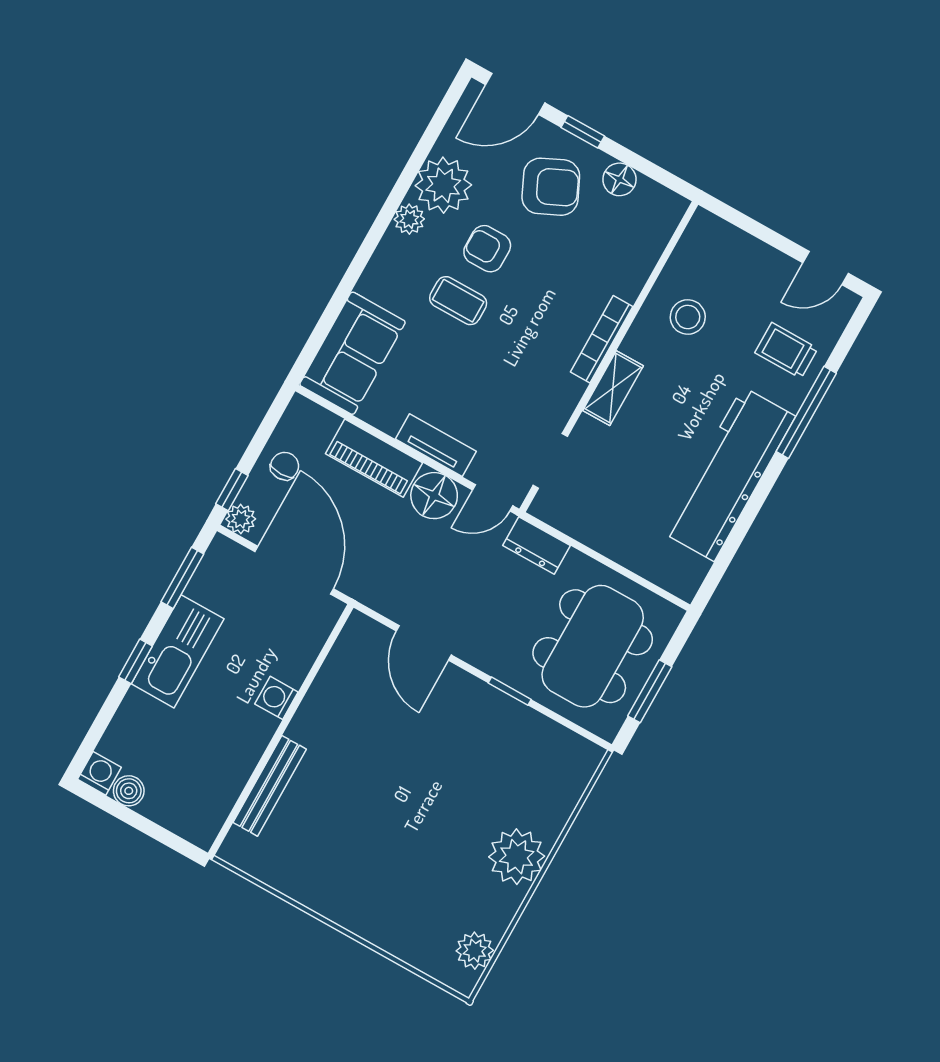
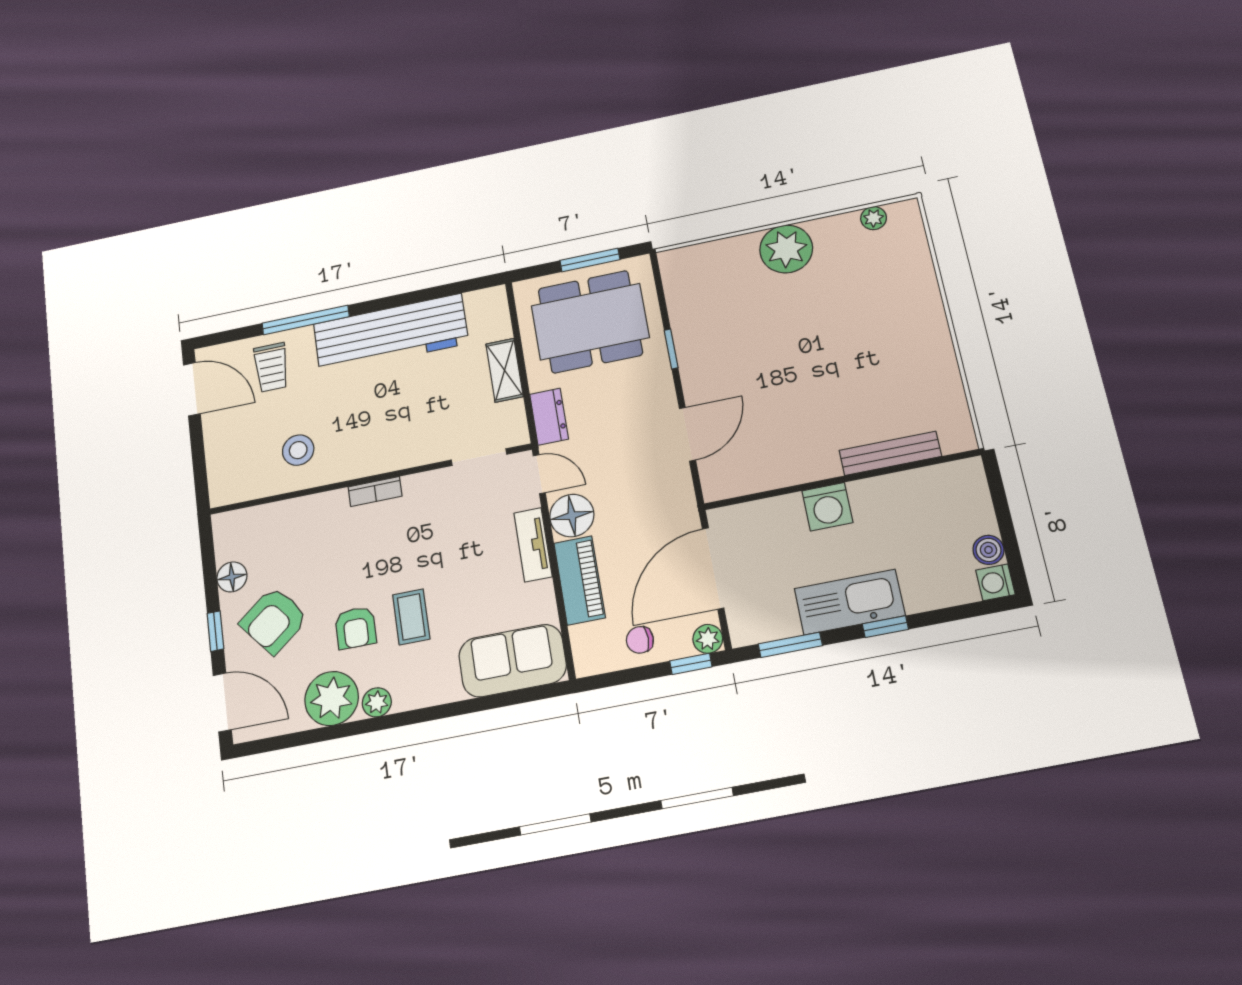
armchair: (551, 187) -> (274, 620), turned -104
door: (825, 268) -> (192, 389), width x1.37
bookcase: (602, 339) -> (375, 491), width x0.64
shelving: (613, 388) -> (505, 370), moved, turned 90
washing machine: (276, 698) -> (827, 507), width x1.38, depth x1.38
plant: (475, 951) -> (874, 218), width x0.73, depth x0.73

